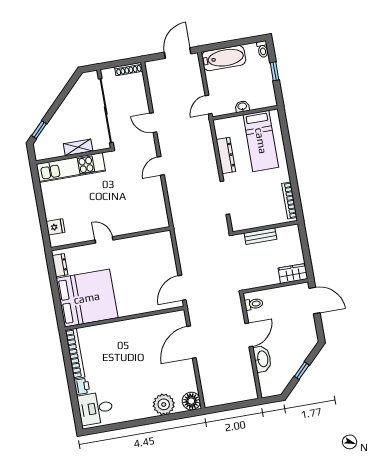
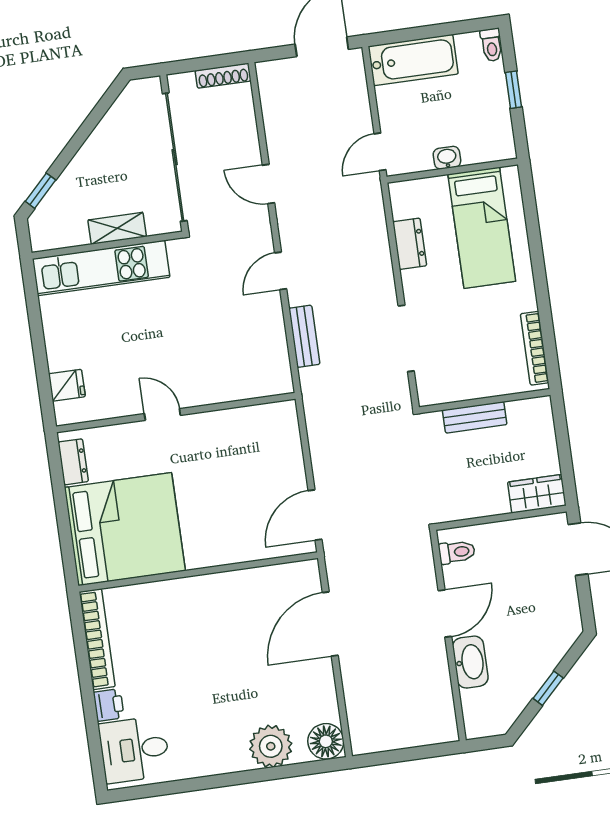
dresser: (226, 156) -> (410, 244), width x0.70
bench: (174, 198) -> (304, 336), added

